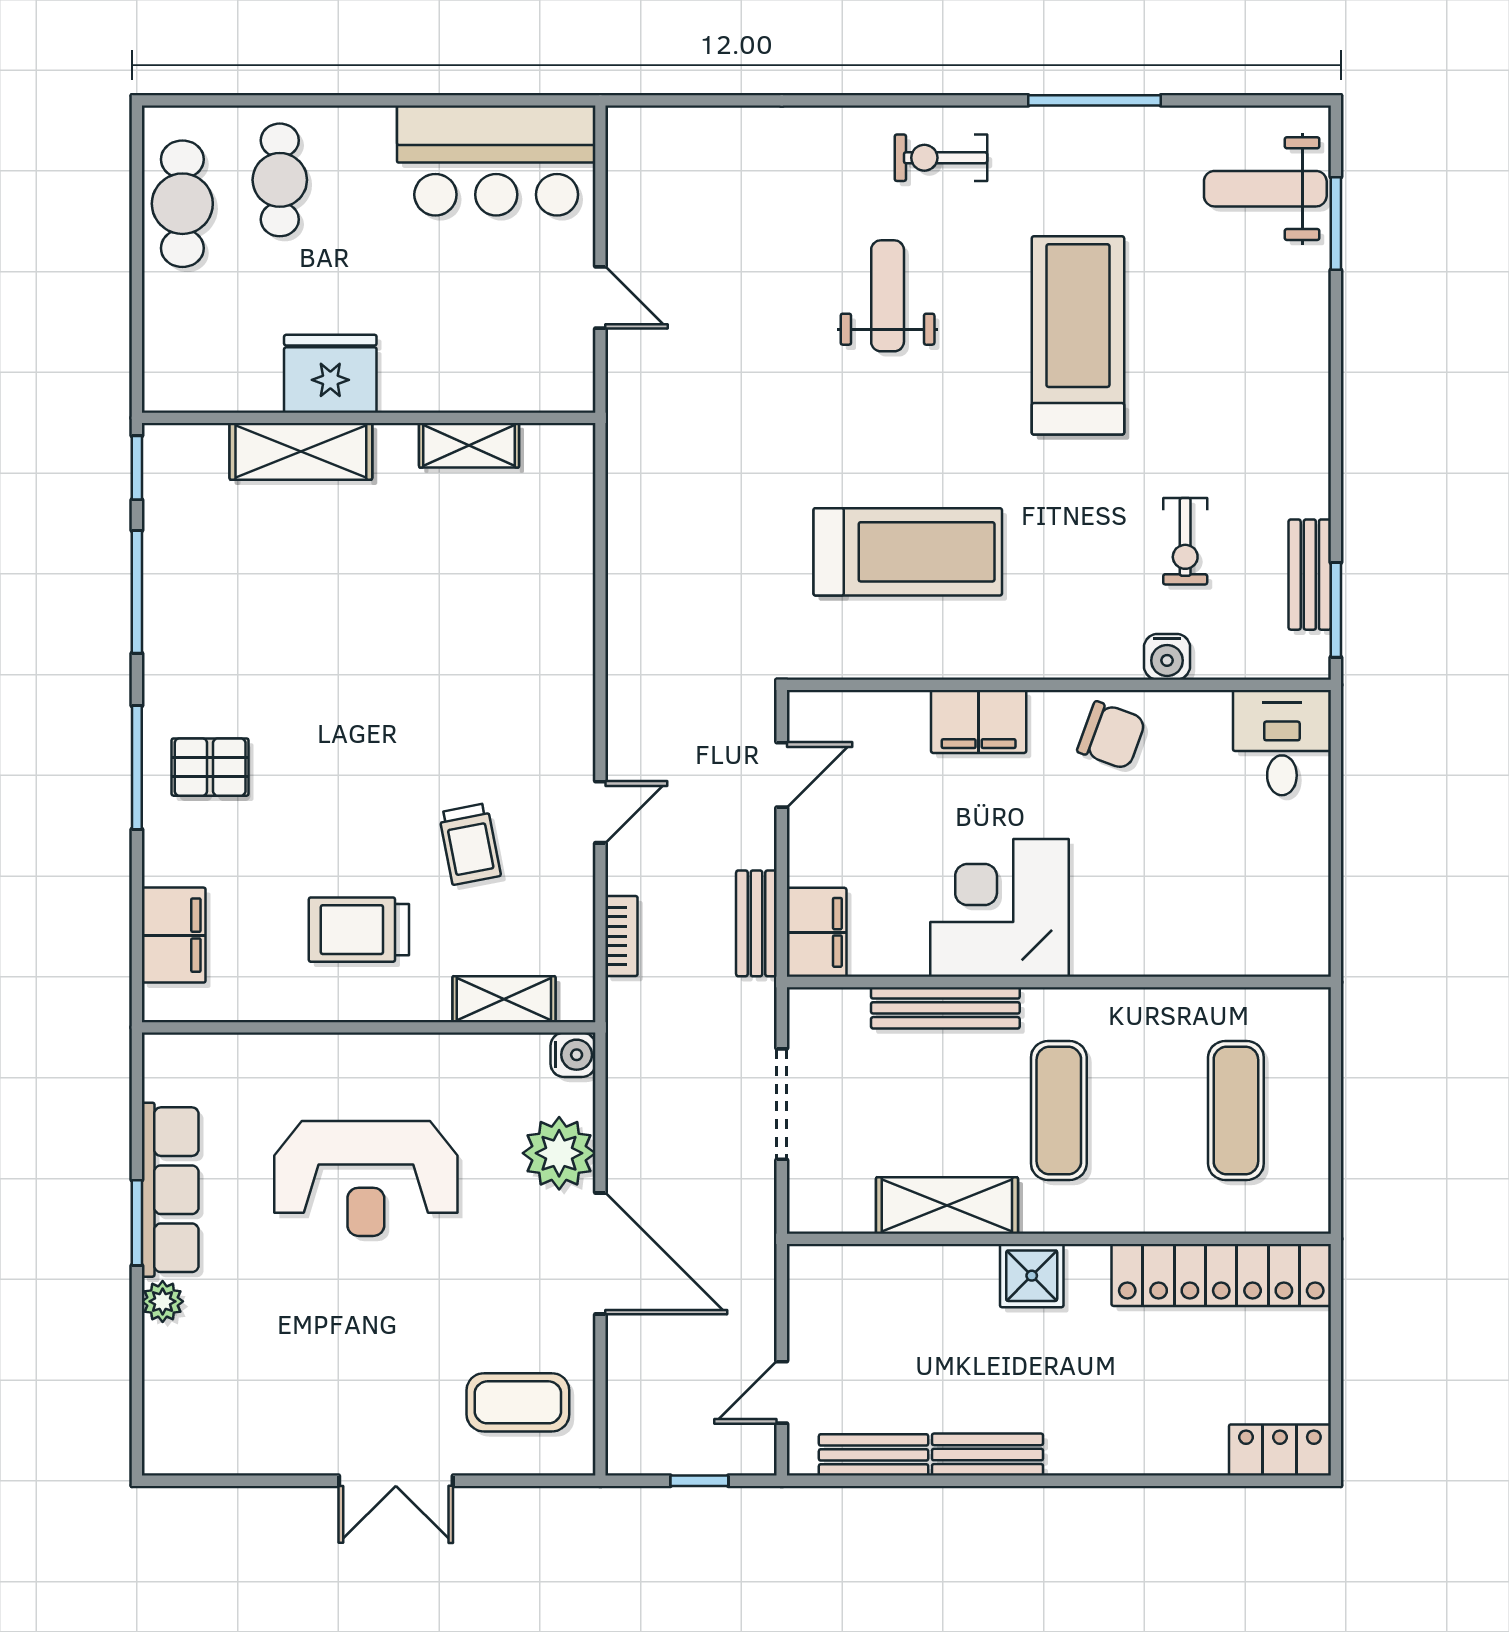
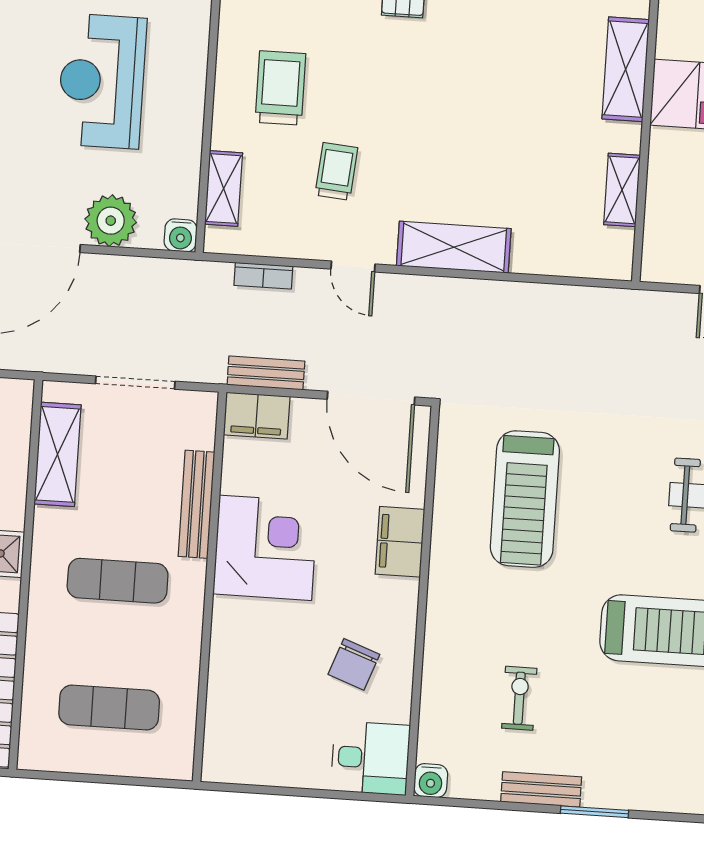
exercise bike: (1185, 541) -> (519, 698), turned 90
bench: (1310, 575) -> (541, 789), moved
window: (1336, 610) -> (594, 812), moved
water cooler: (1167, 657) -> (431, 781), moved, turned -90
shelving: (564, 674) -> (454, 247), added
chair: (1111, 735) -> (354, 664), moved
door: (782, 775) -> (371, 398), width x1.87
trolley: (470, 844) -> (336, 171), turned 106
shelving: (947, 1206) -> (58, 454), moved

